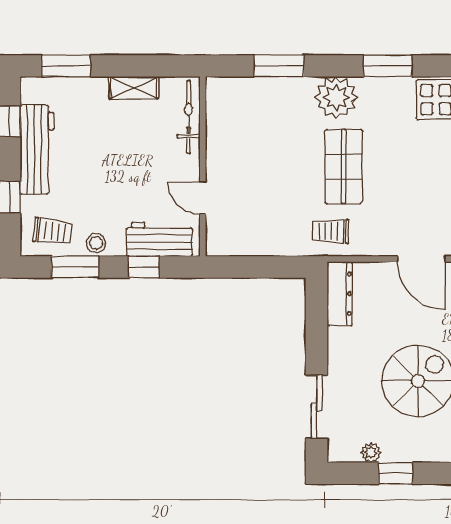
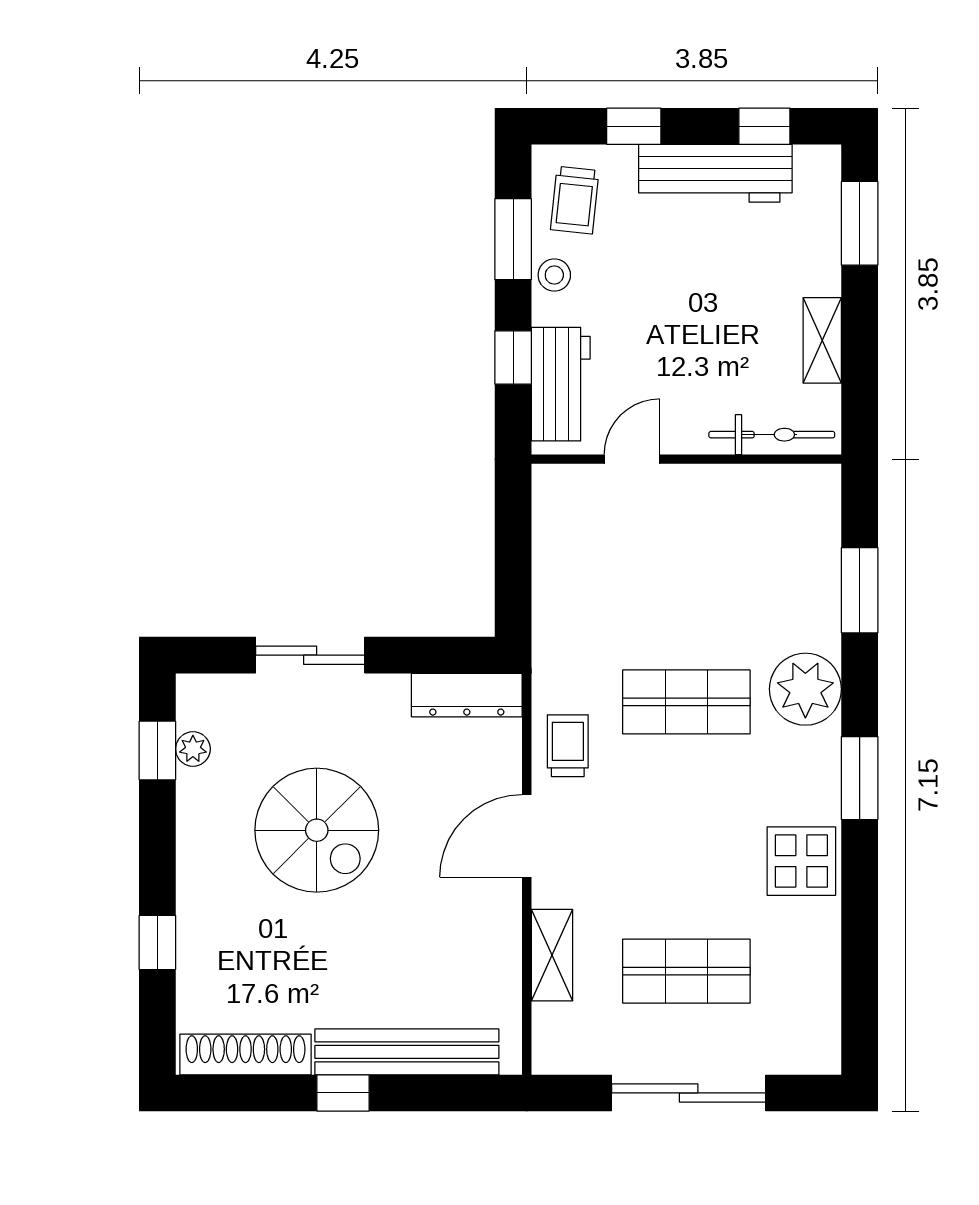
trolley: (331, 231) -> (568, 746), moved
sliding door: (317, 407) -> (310, 655), moved
window: (396, 473) -> (157, 751), moved

